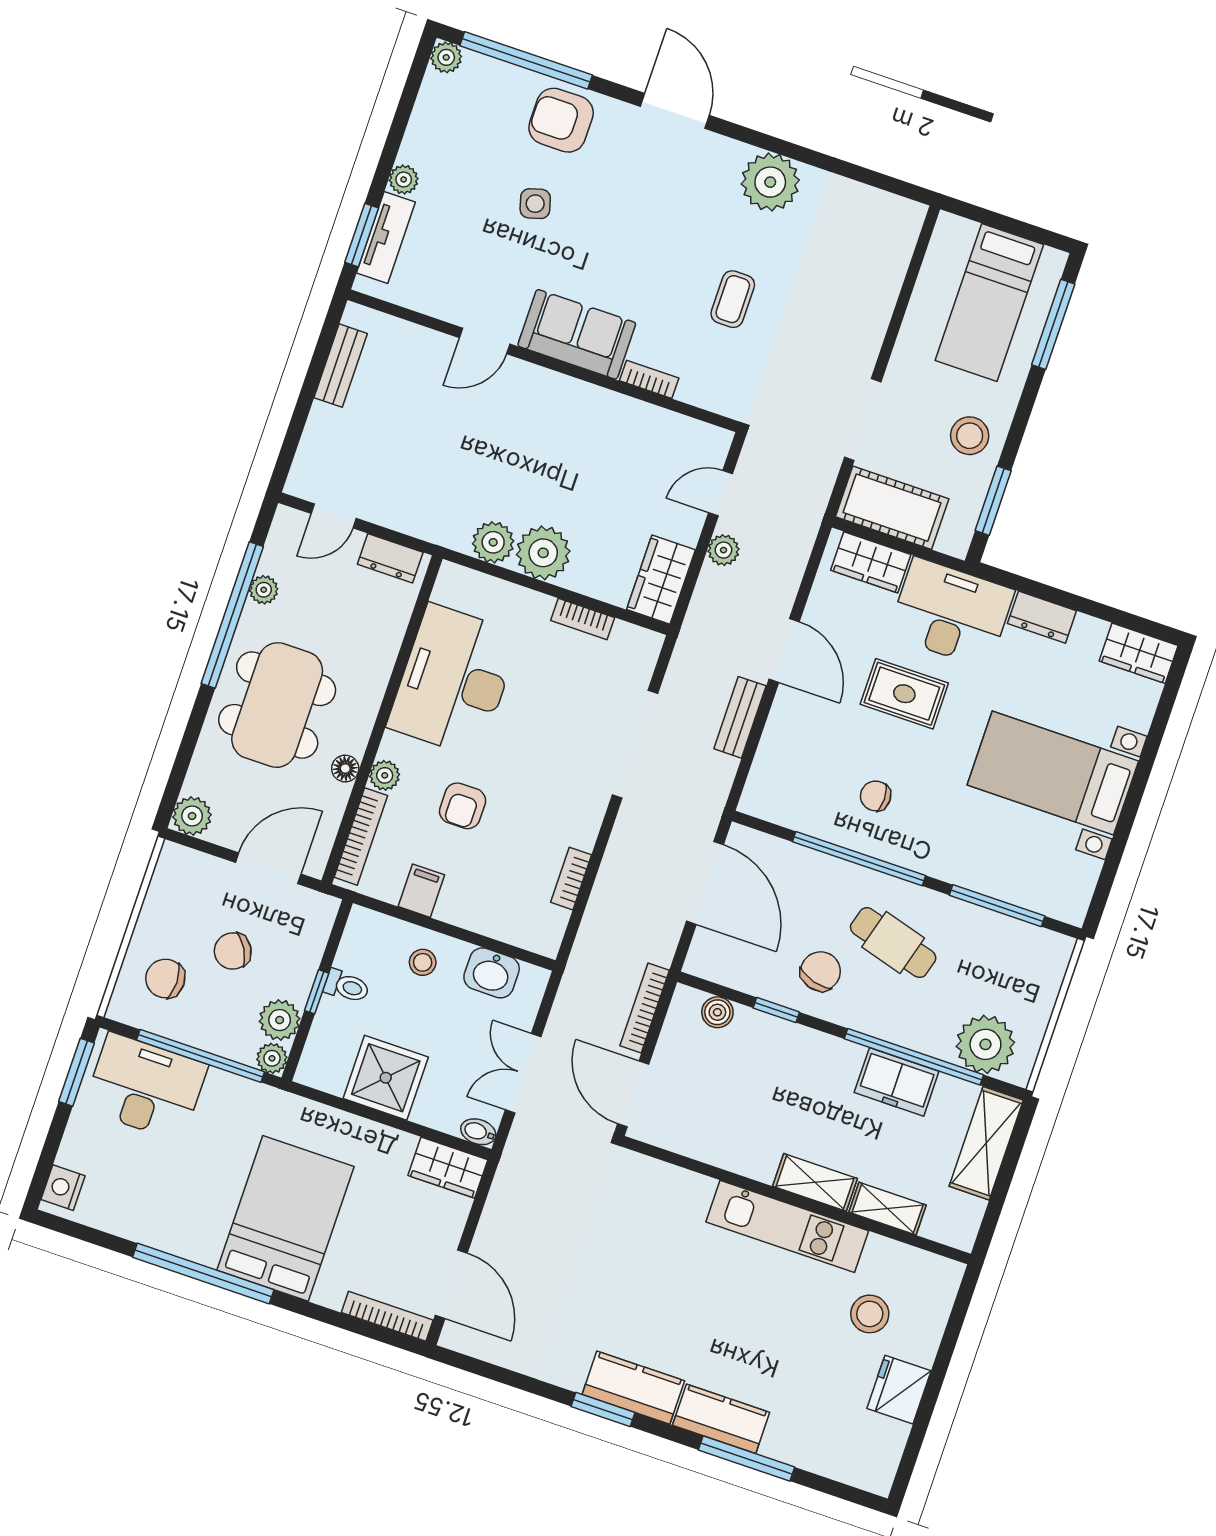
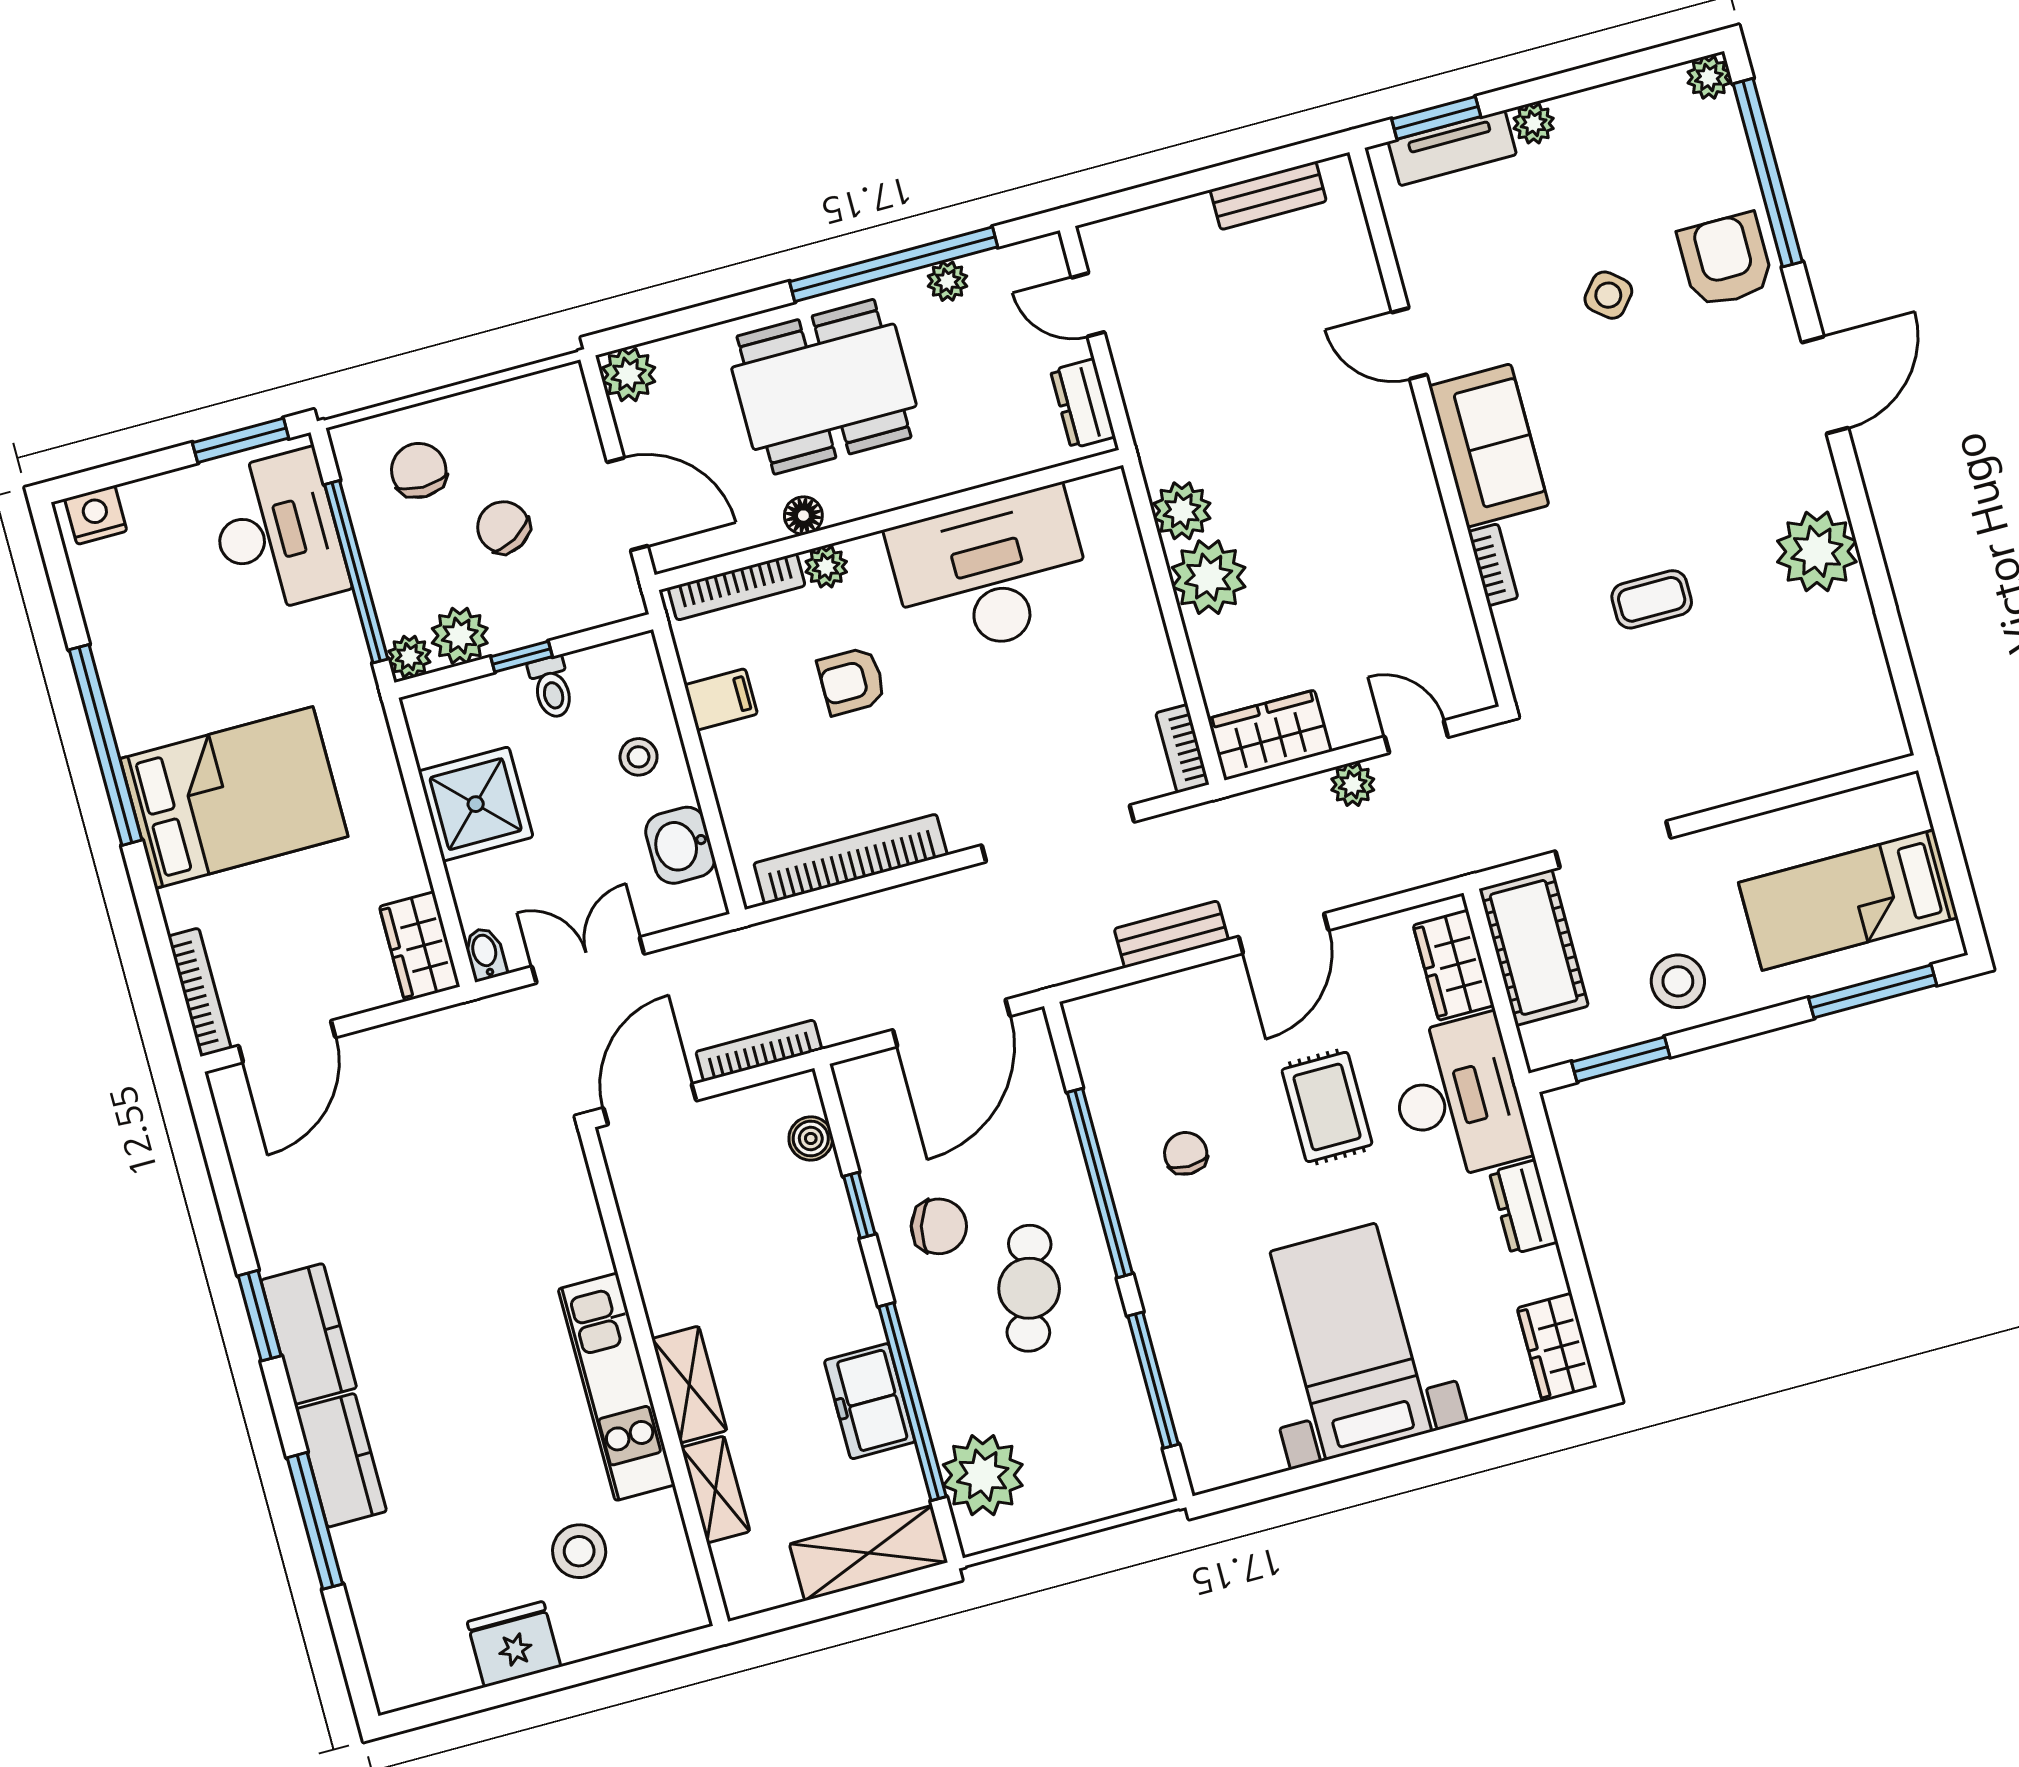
side table: (535, 204) -> (1608, 295), turned -34
bookcase: (583, 619) -> (1182, 749), moved
bookcase: (571, 879) -> (851, 859), width x2.31, depth x1.31

